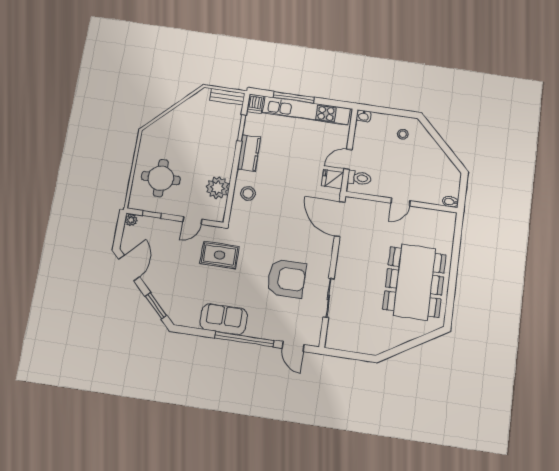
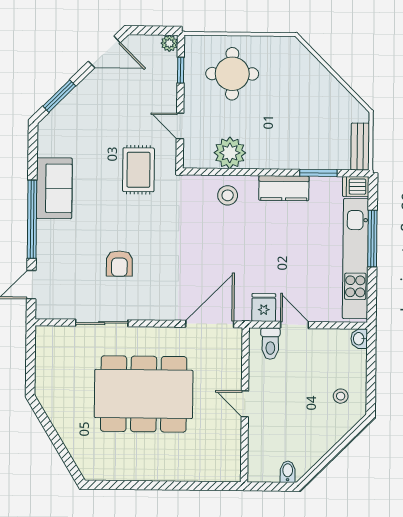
bidet: (450, 202) -> (288, 472), moved
armchair: (286, 278) -> (119, 264), width x0.53, depth x0.53
dining table: (414, 282) -> (144, 394), moved

